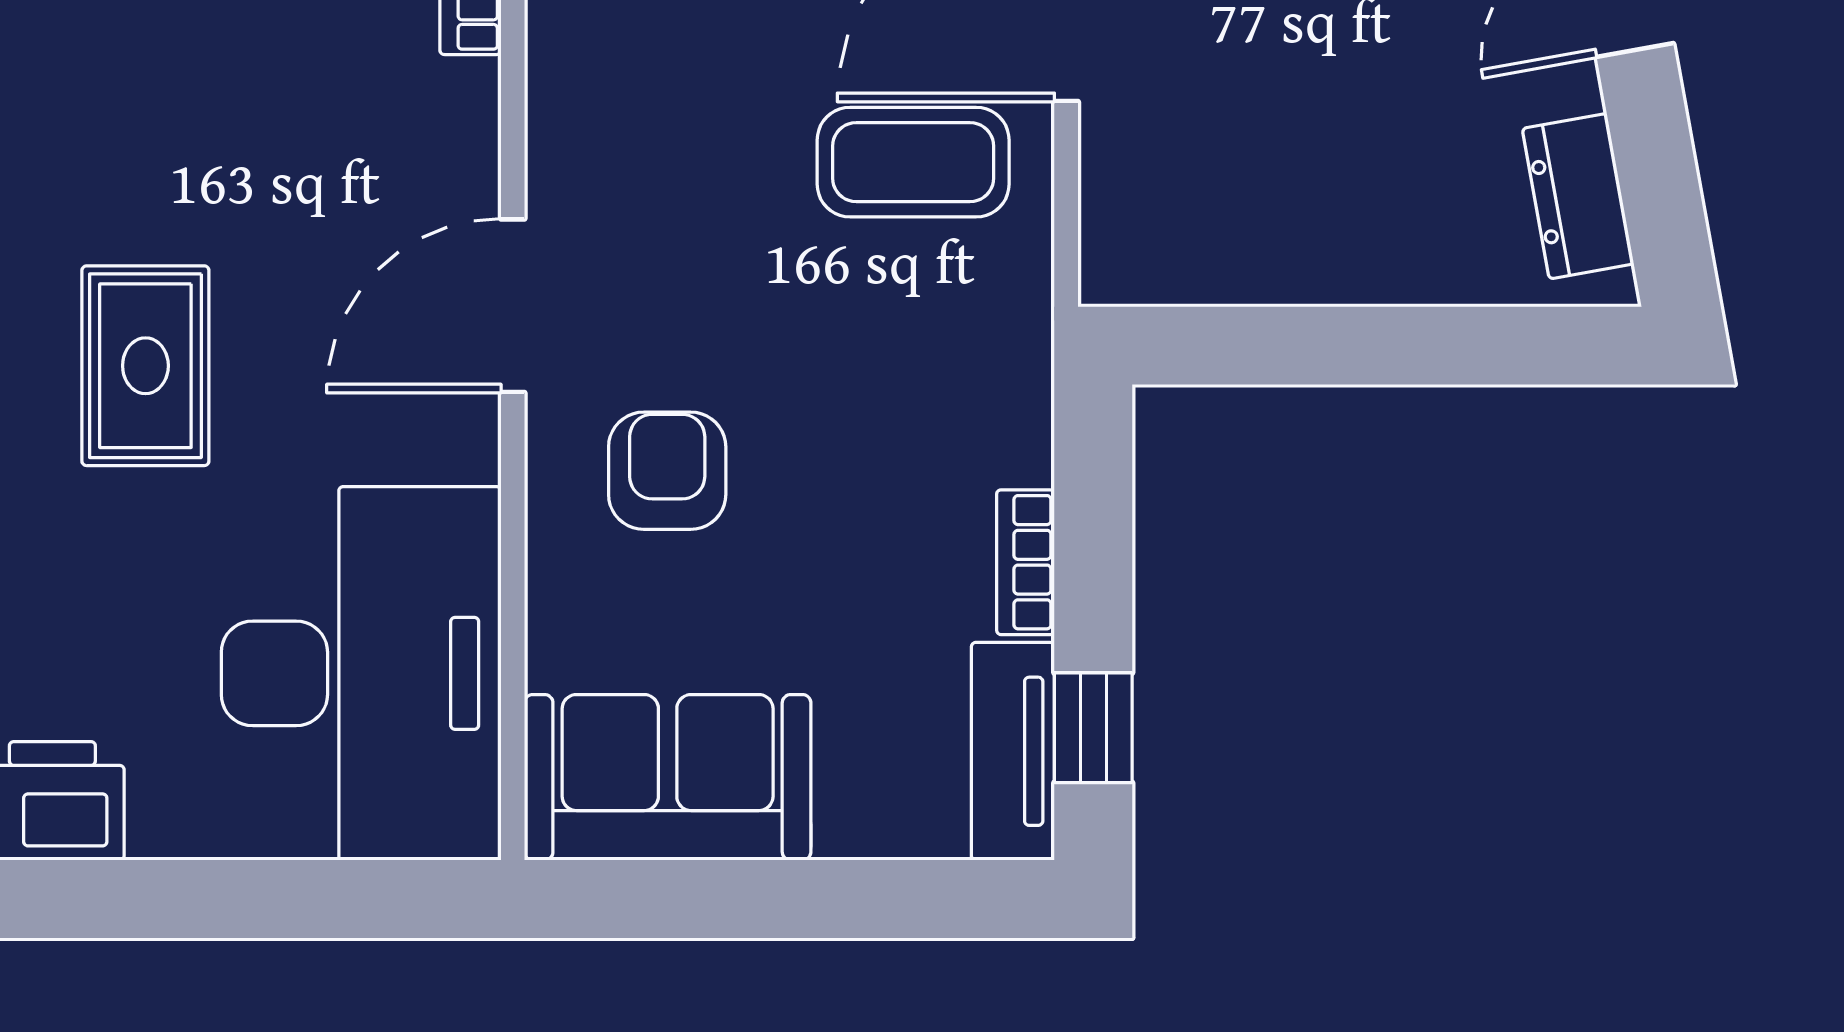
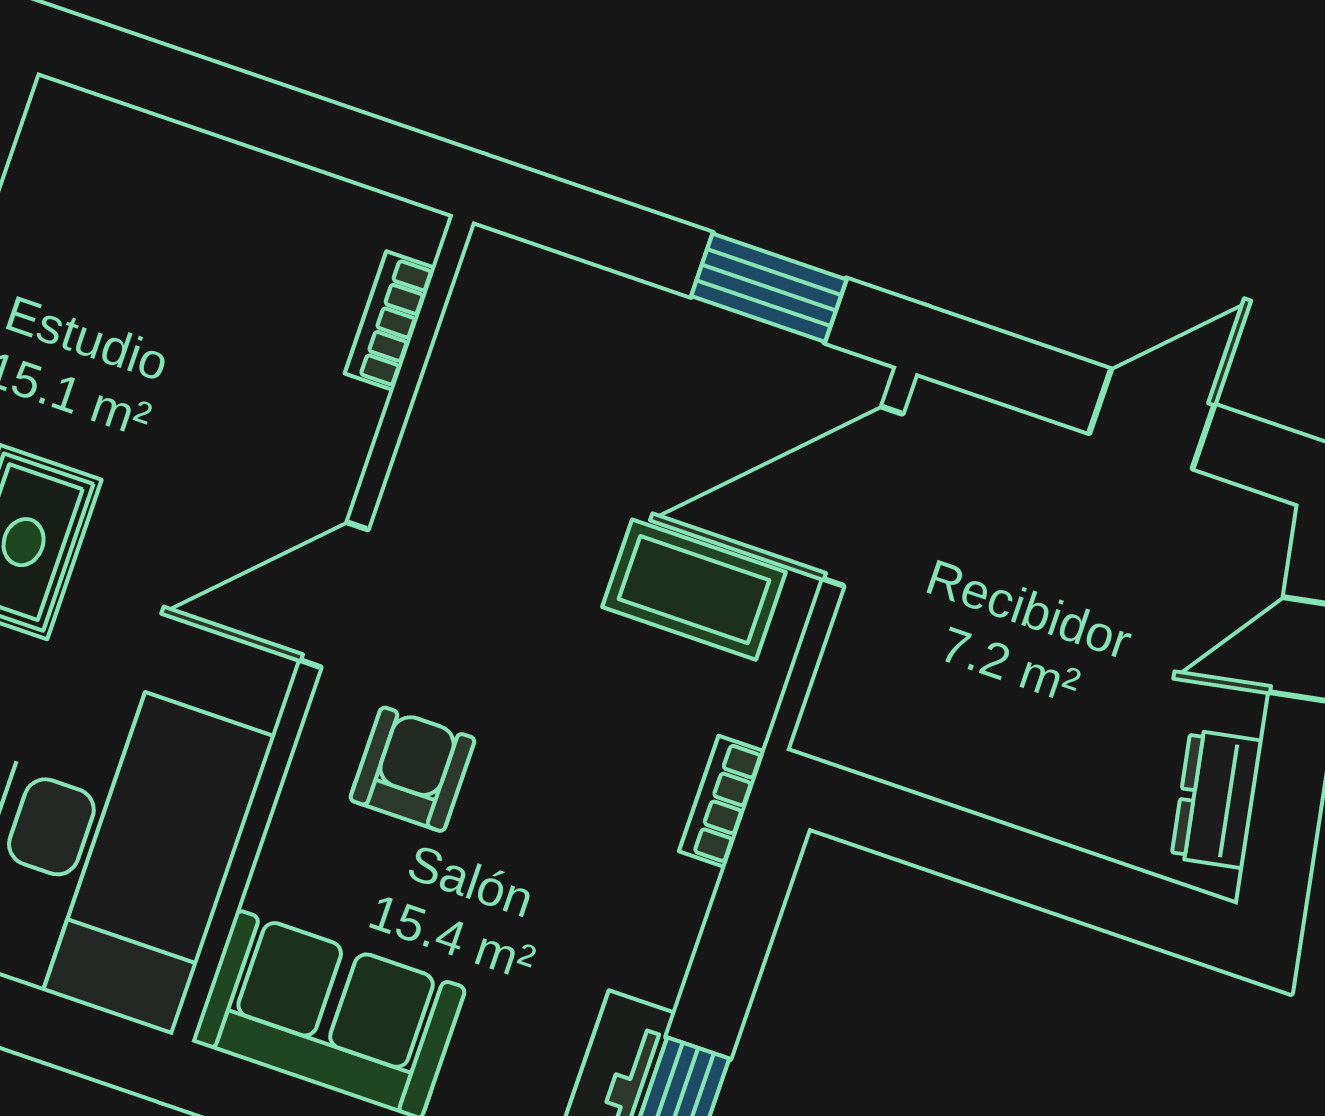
bookcase: (1026, 562) -> (722, 801), moved

